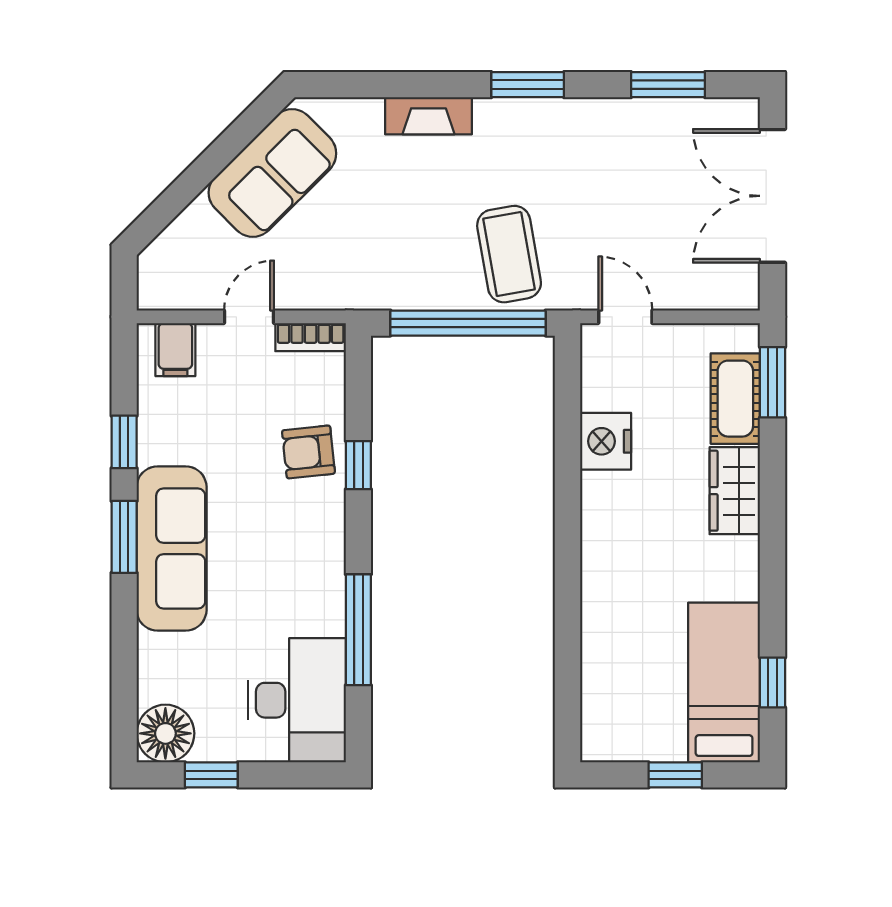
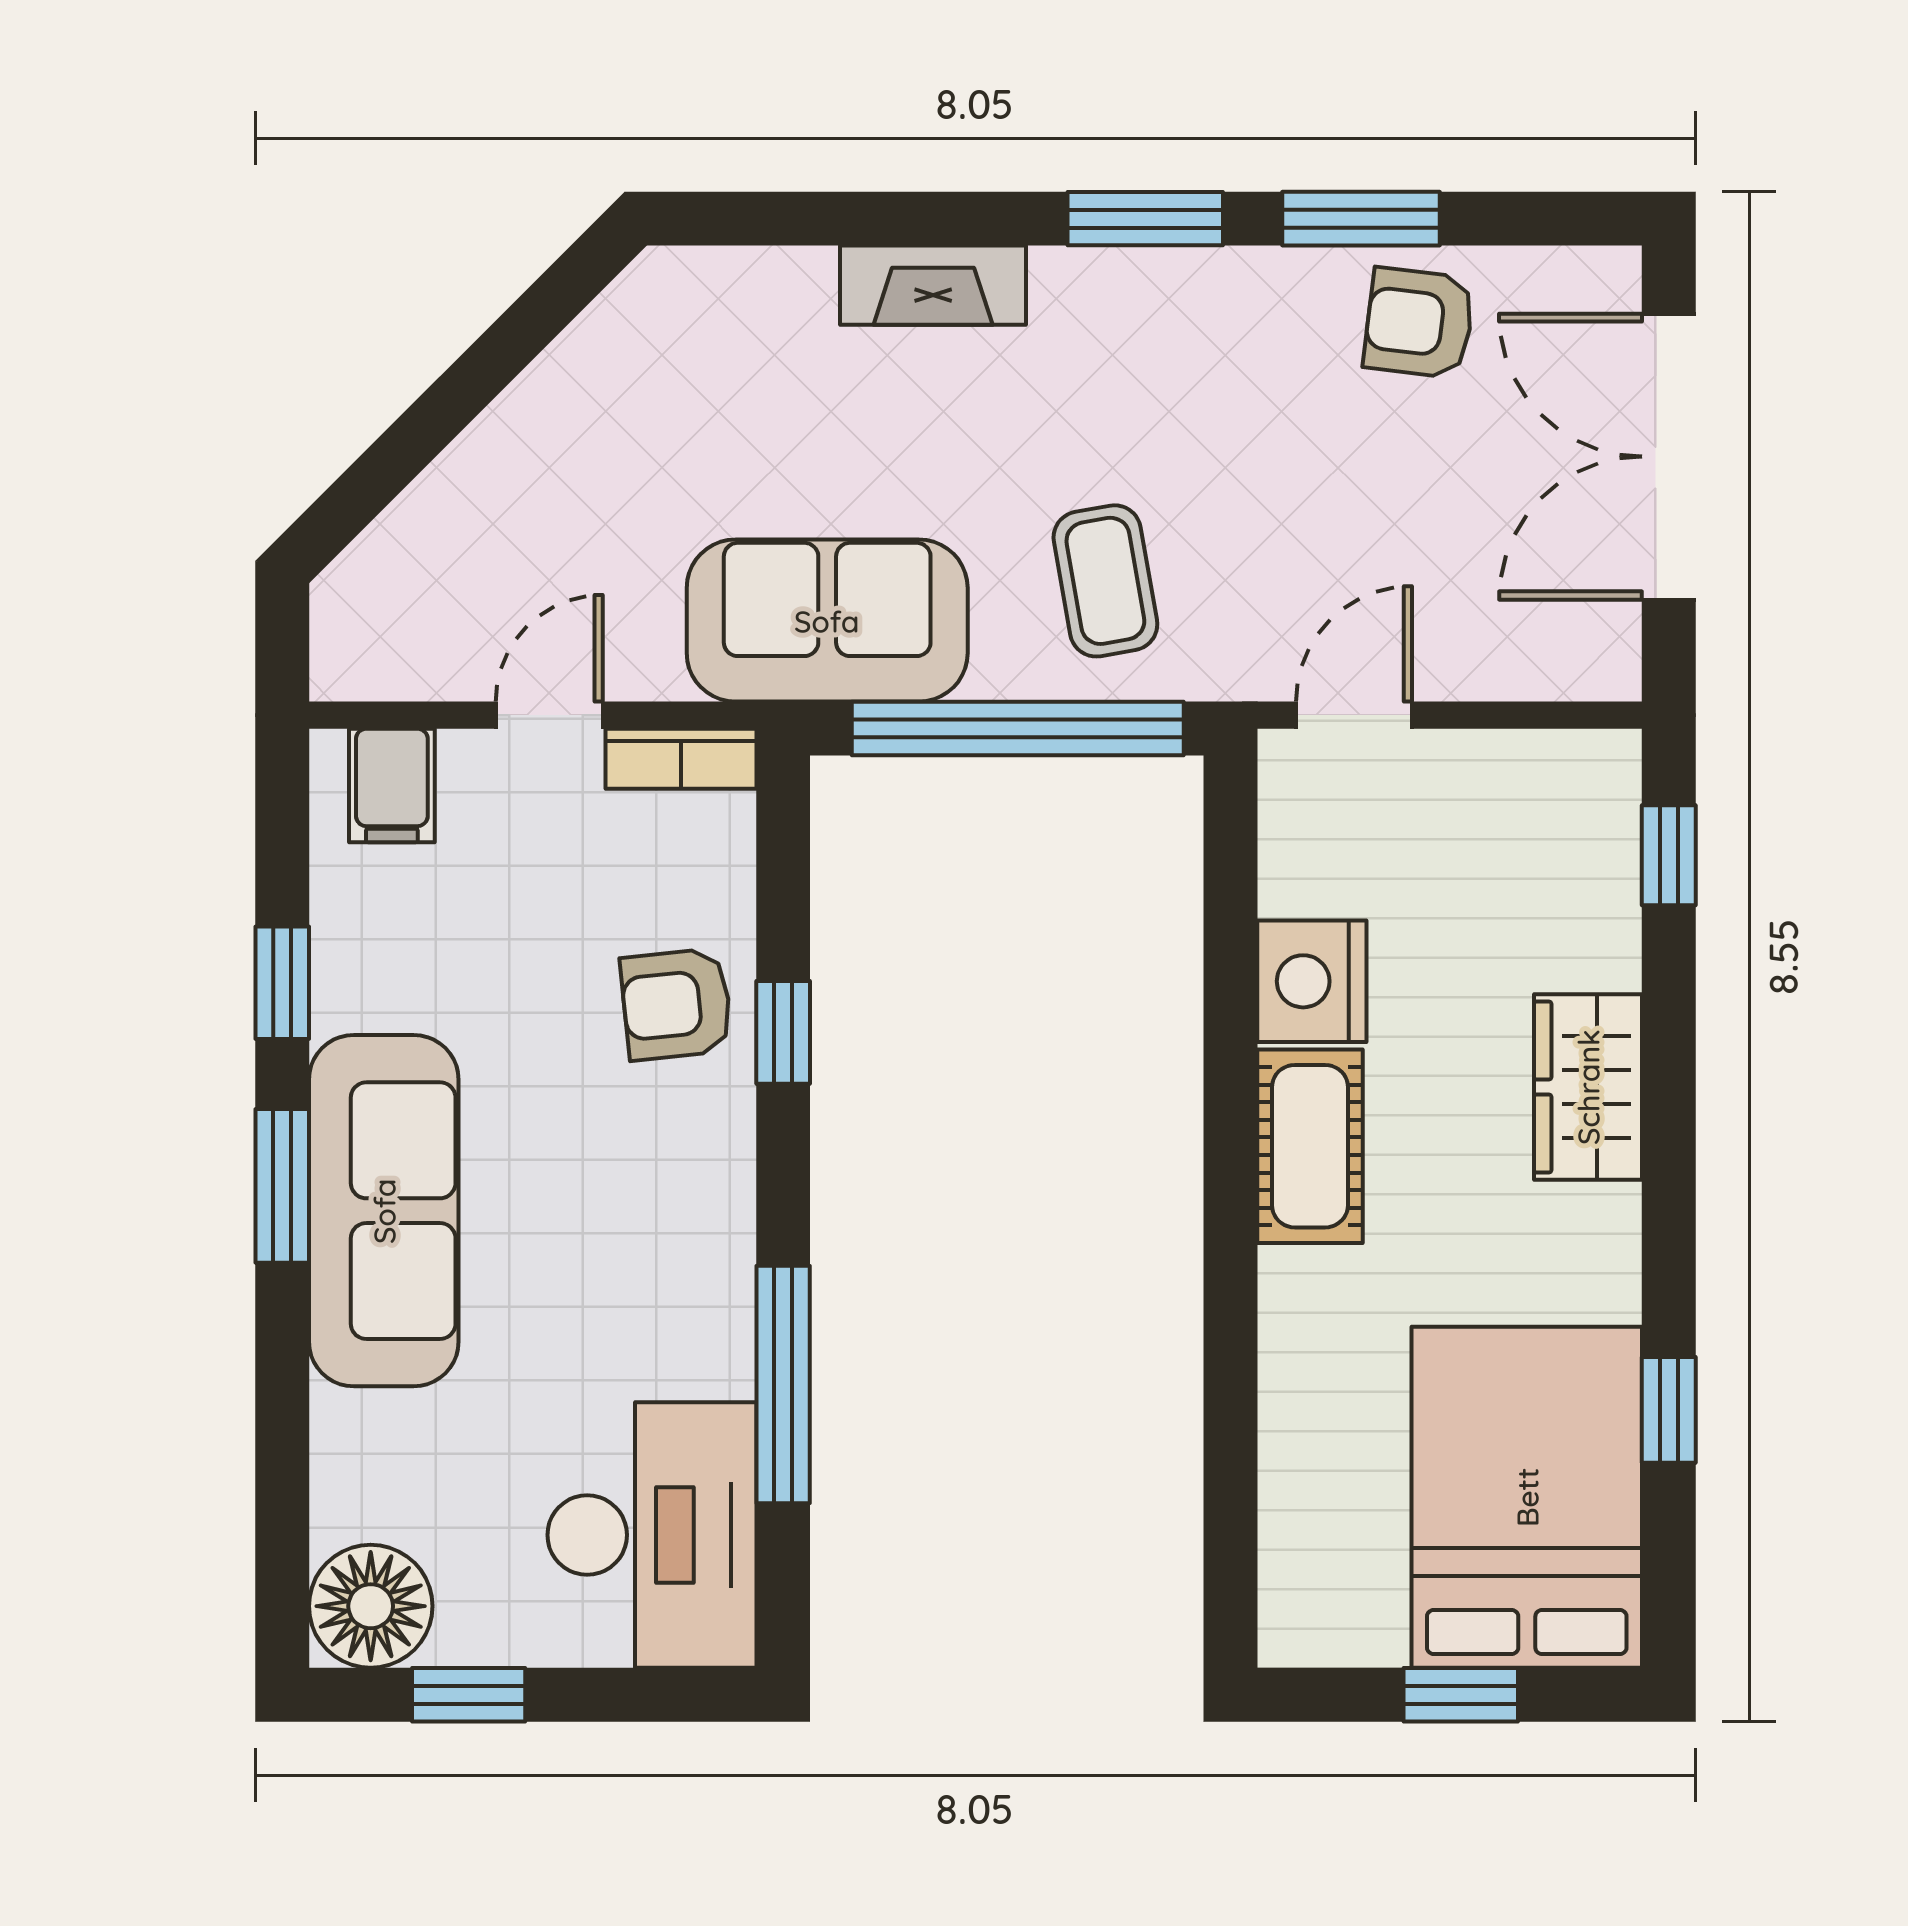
window: (668, 85) -> (1361, 219), moved
armchair: (656, 133) -> (1419, 323), added
sofa: (272, 173) -> (827, 621), moved, turned -135
coffee table: (509, 254) -> (1105, 581), width x0.73, depth x0.77
door: (625, 317) -> (1354, 715), hinge flipped
window: (772, 382) -> (1669, 855), width x0.67
cot: (735, 399) -> (1310, 1146), moved
bed: (724, 682) -> (1527, 1497), width x1.50
window: (772, 682) -> (1669, 1410), moved

